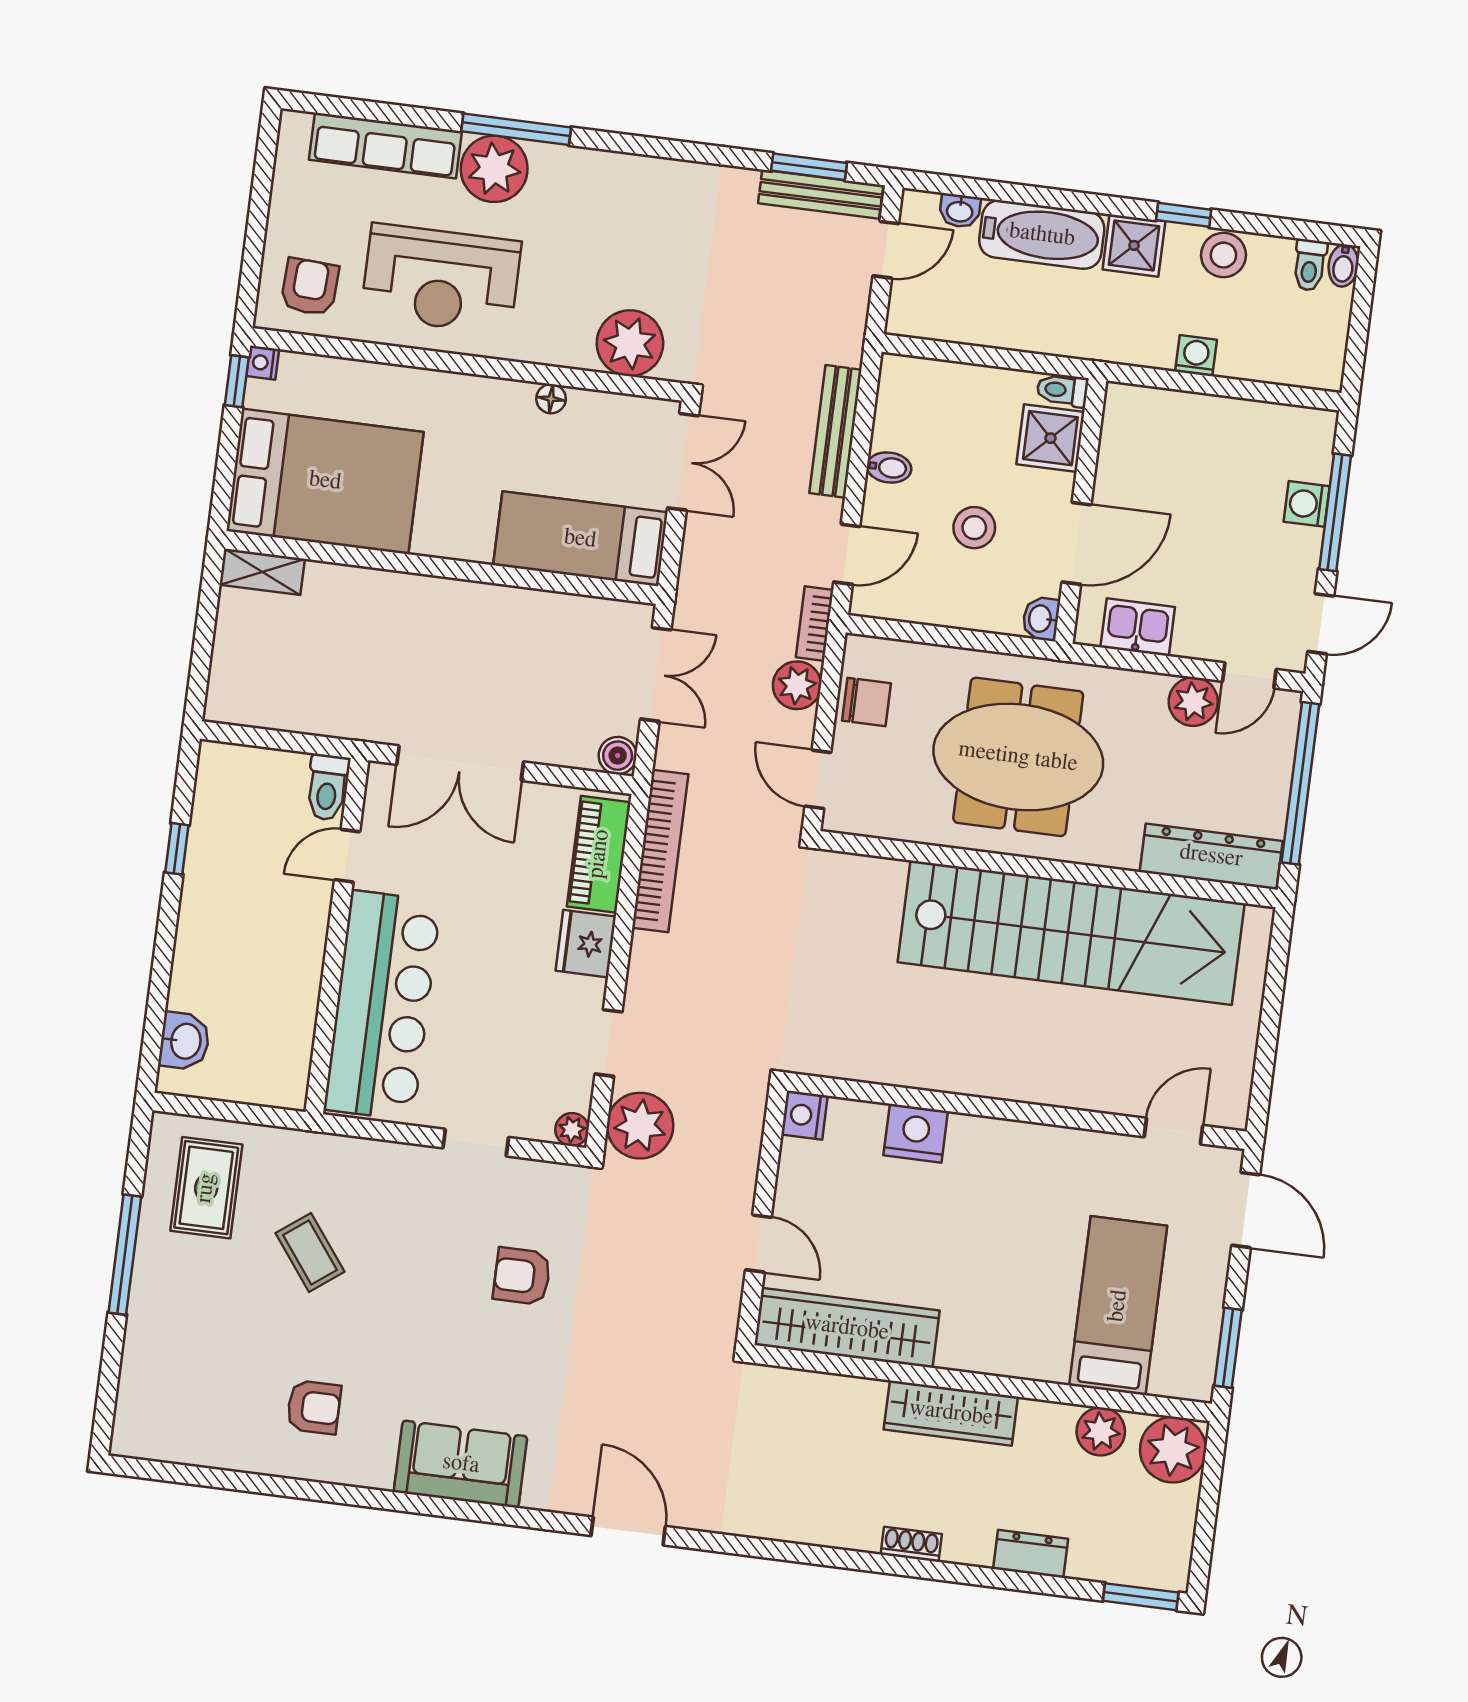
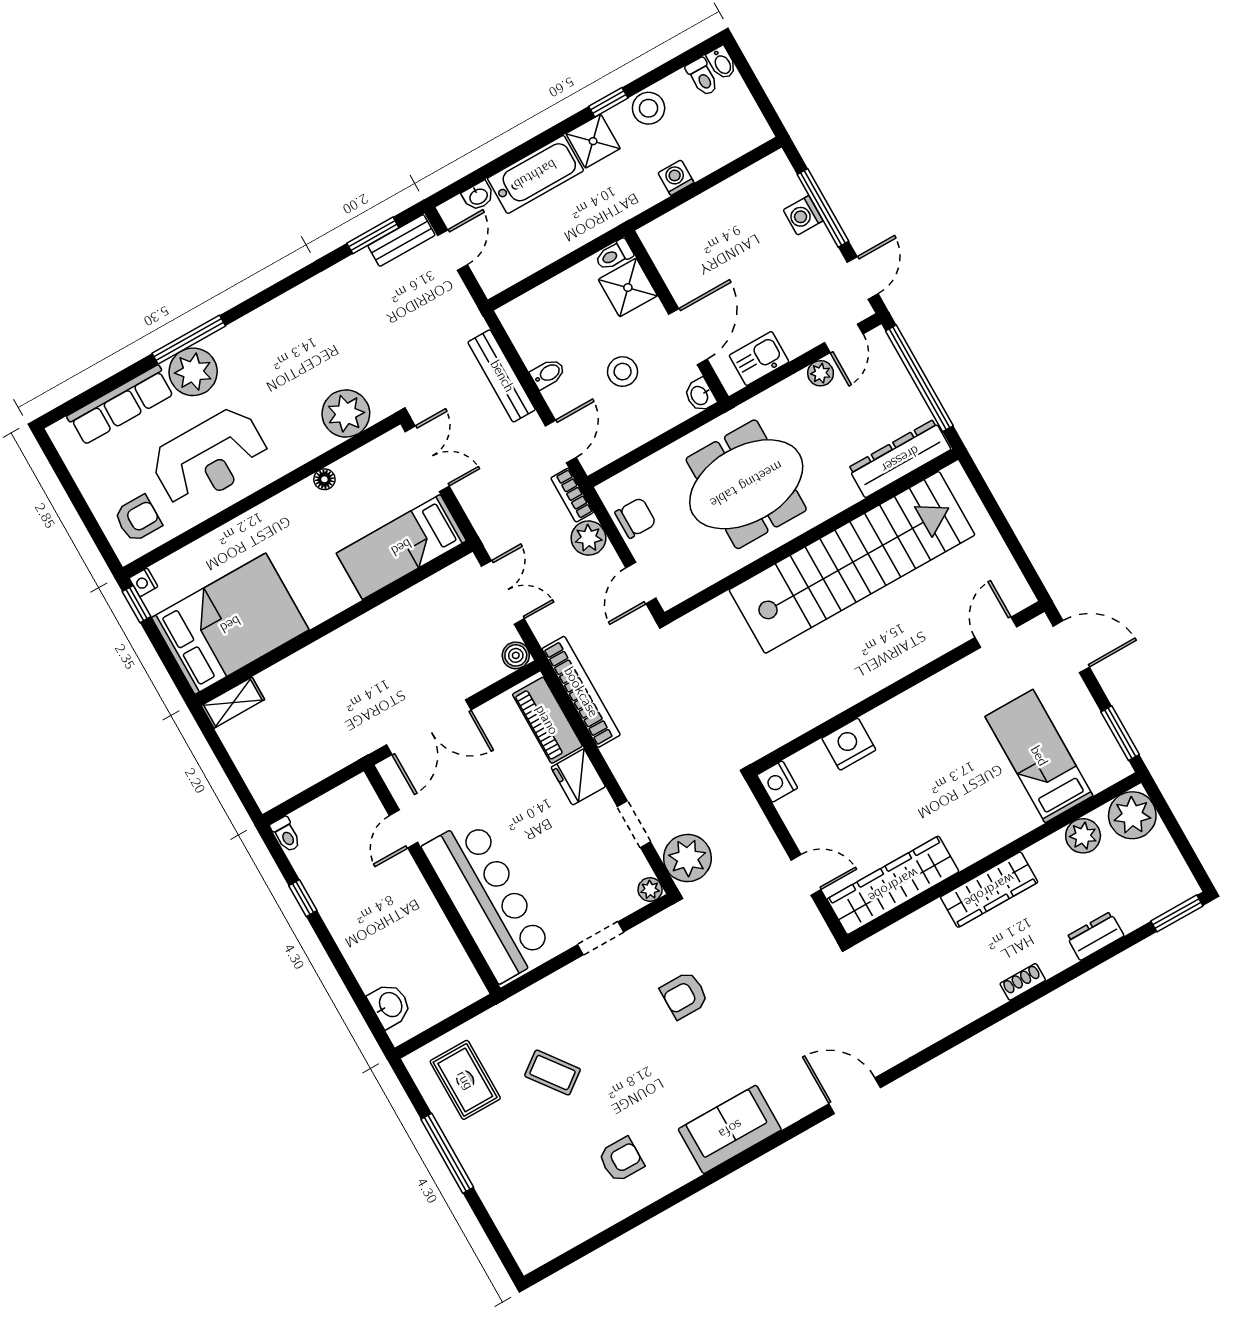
bench: (821, 194) -> (401, 240), width x0.73
armchair: (310, 287) -> (138, 519), turned 87
plant: (1193, 702) -> (821, 373), width x0.73, depth x0.73
door: (818, 779) -> (641, 583), hinge flipped
toilet: (327, 787) -> (286, 834), moved, width x0.73, depth x0.72

